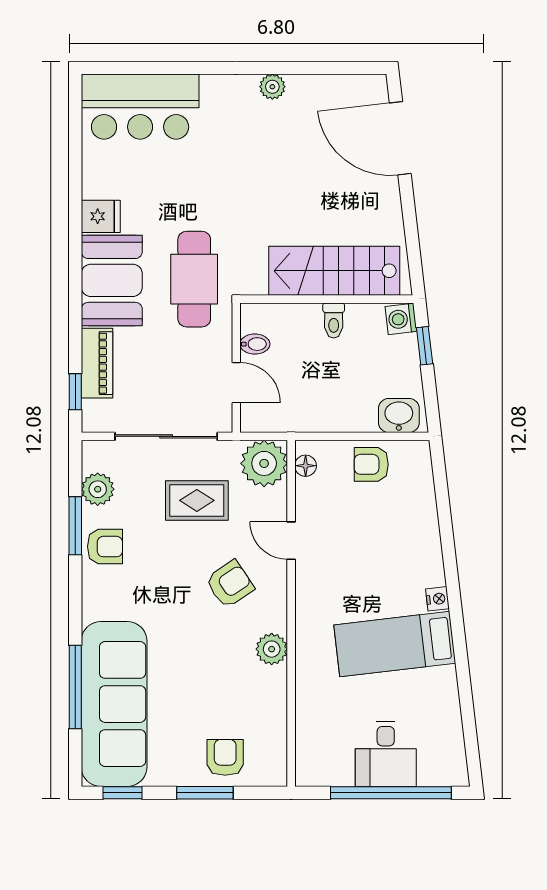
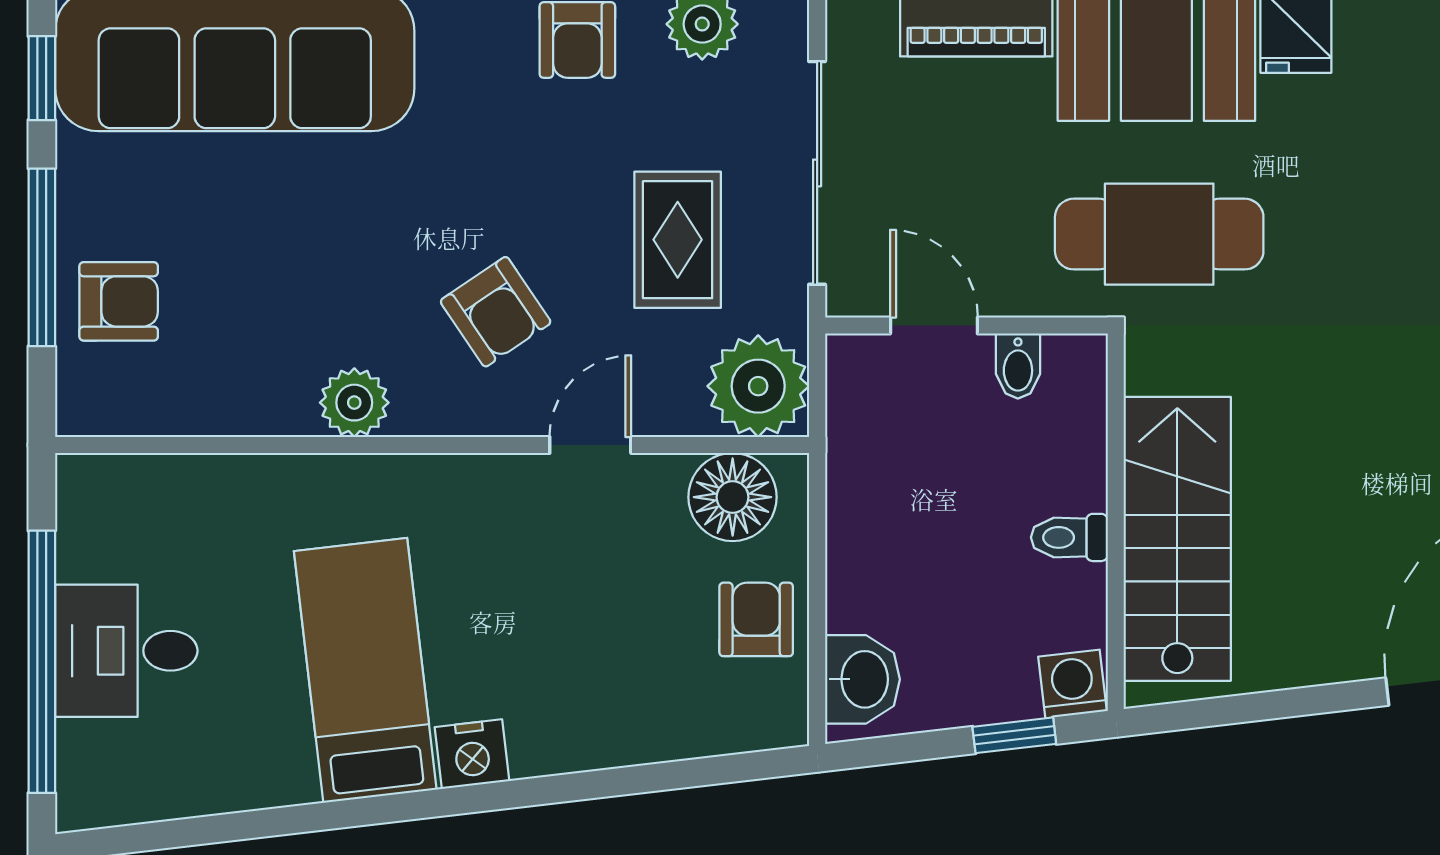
door: (236, 383) -> (934, 326), swing flipped
floor lamp: (306, 466) -> (733, 497), width x1.89, depth x1.89
nightstand: (437, 599) -> (472, 754), width x1.39, depth x1.35
window: (205, 793) -> (42, 257), width x1.44

